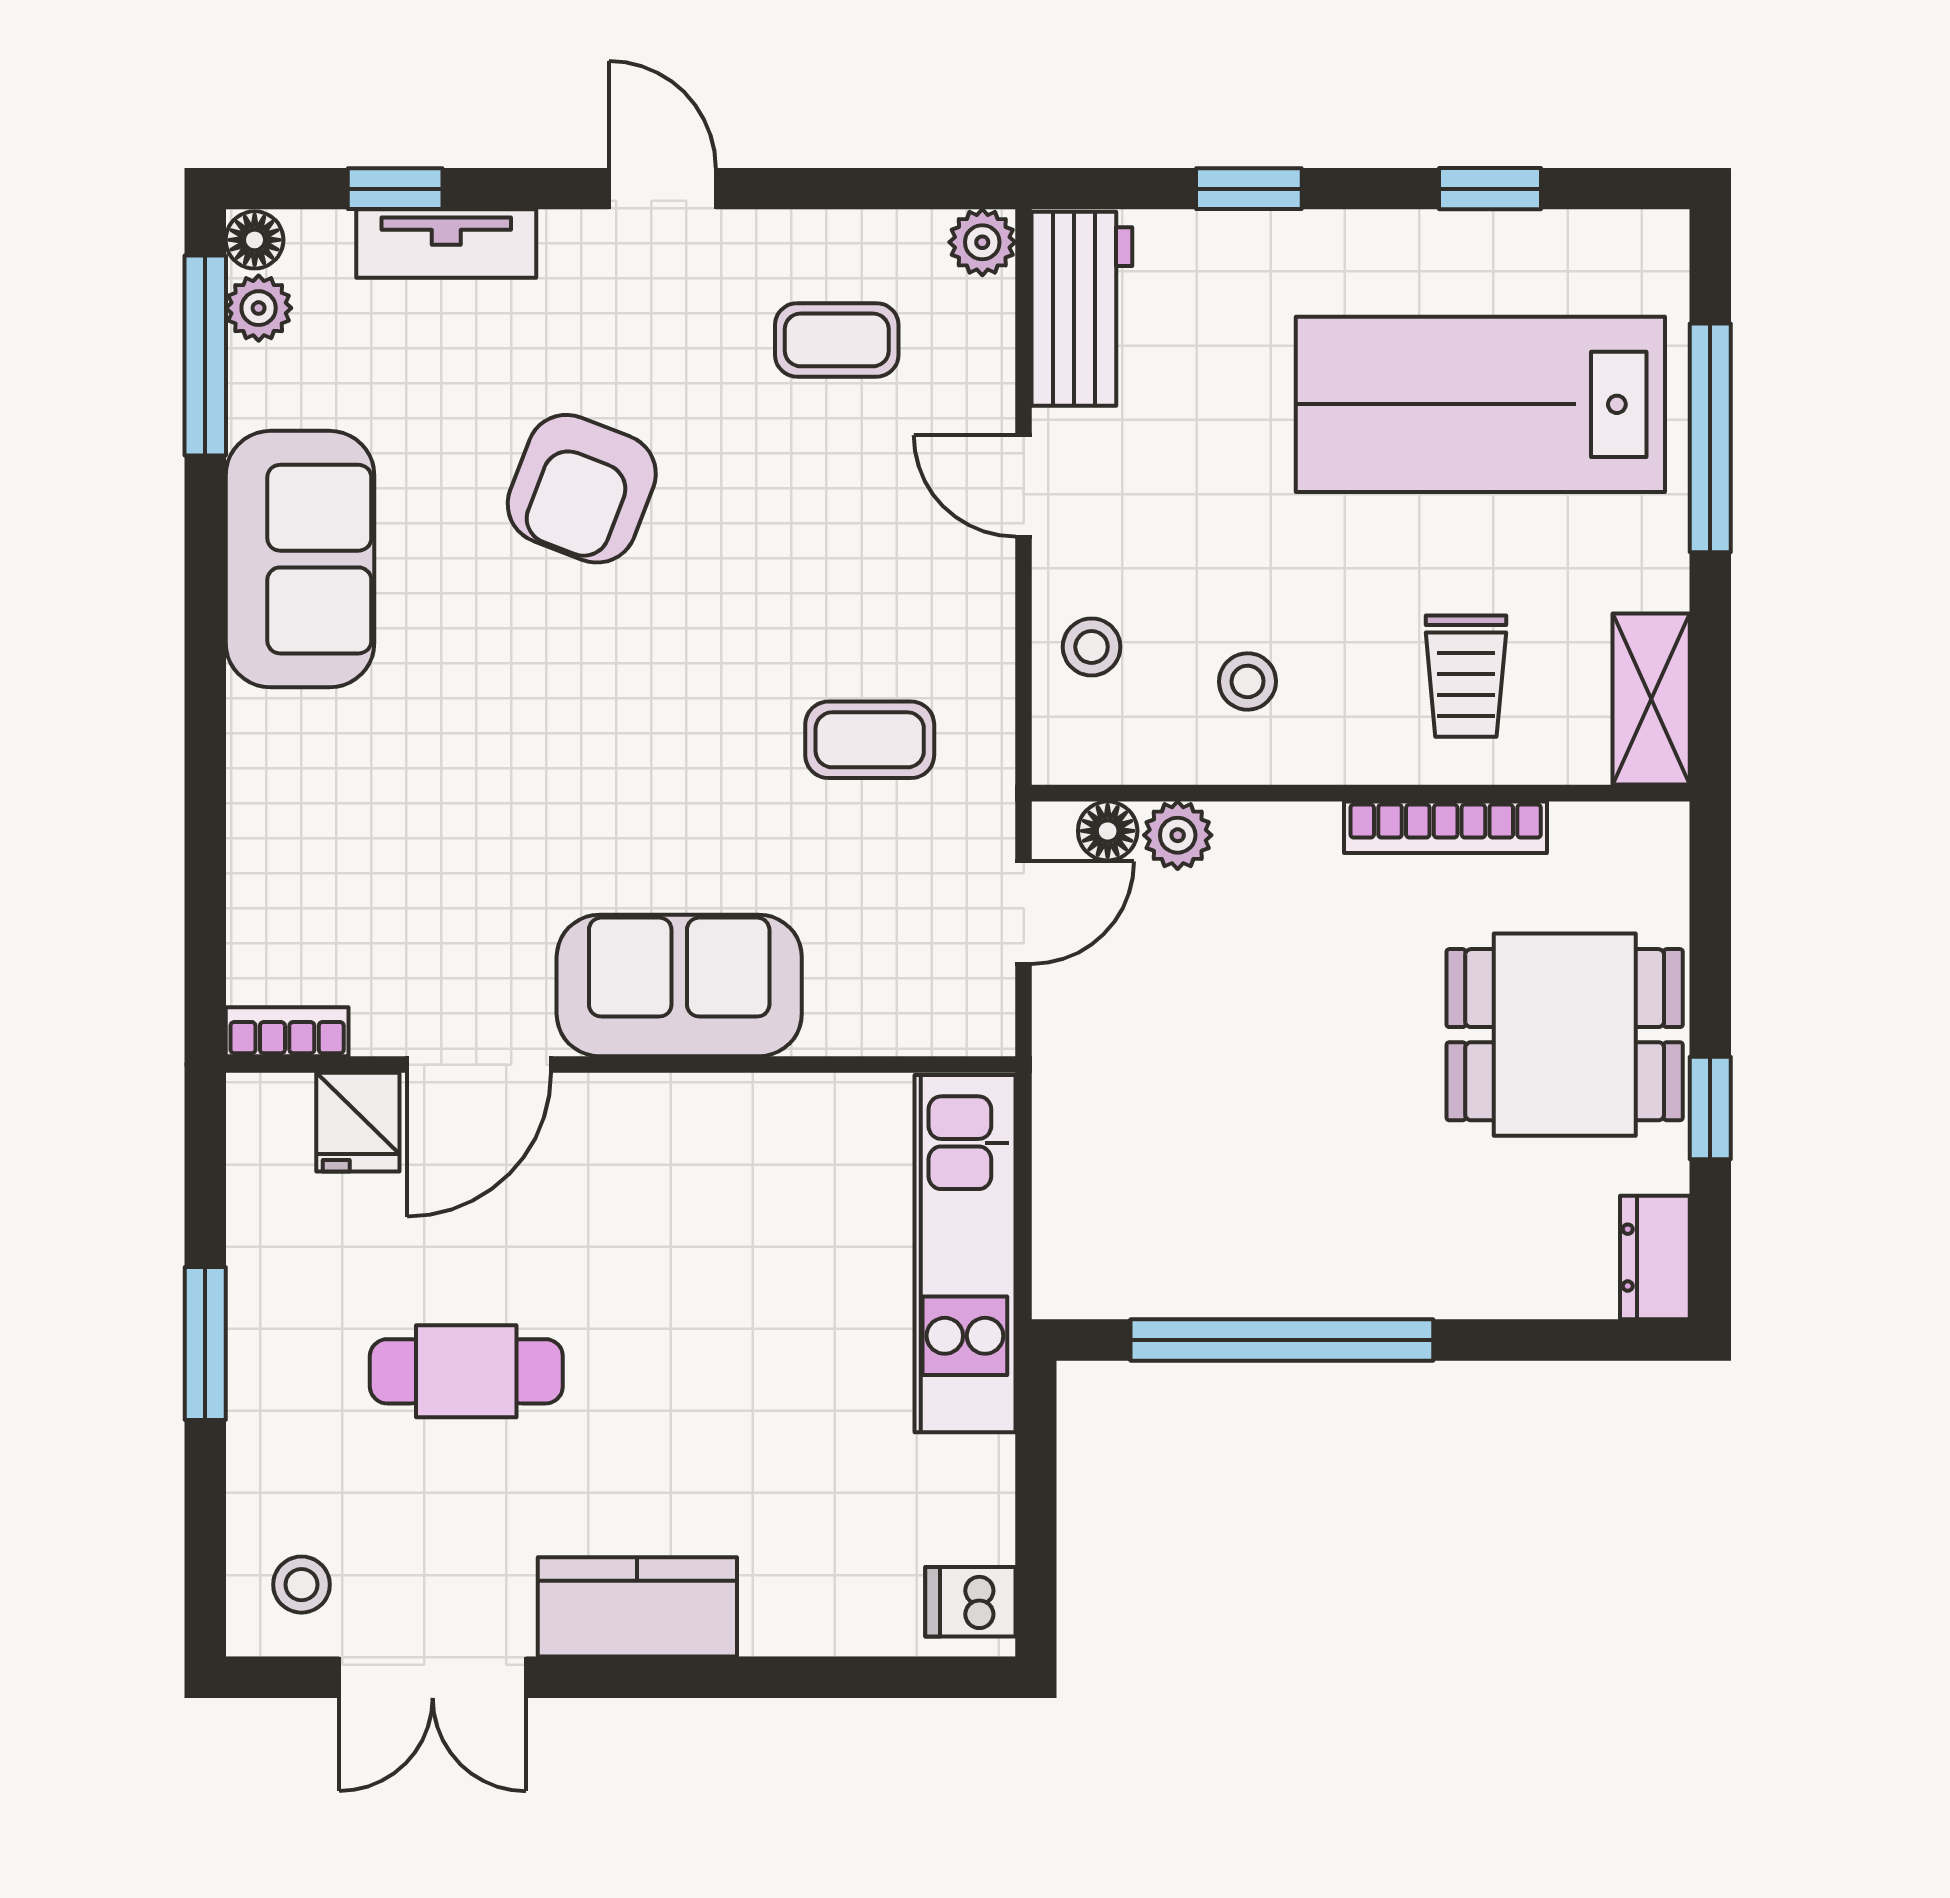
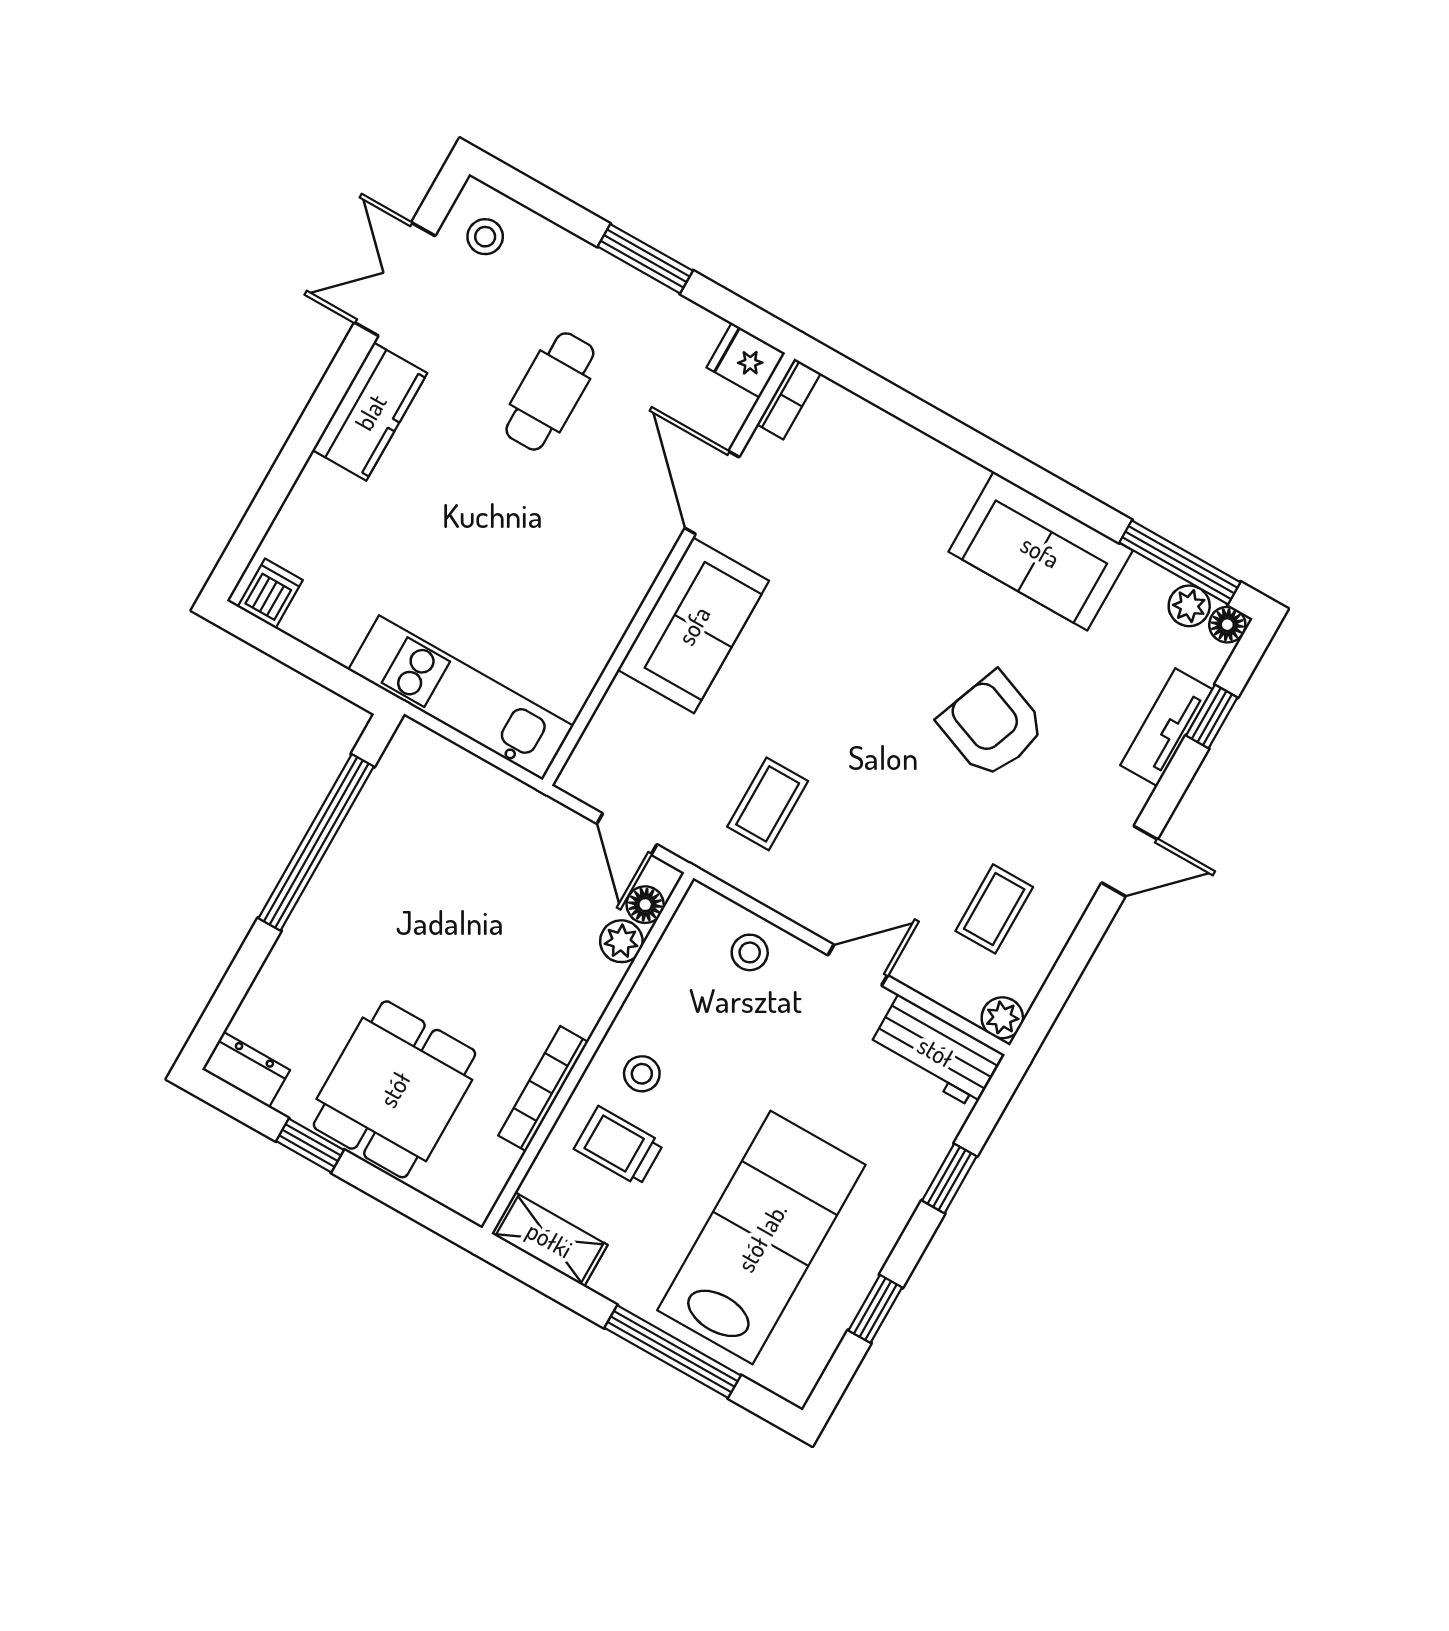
stool: (1248, 681) -> (642, 1074), moved
fridge: (358, 1122) -> (746, 360), moved

